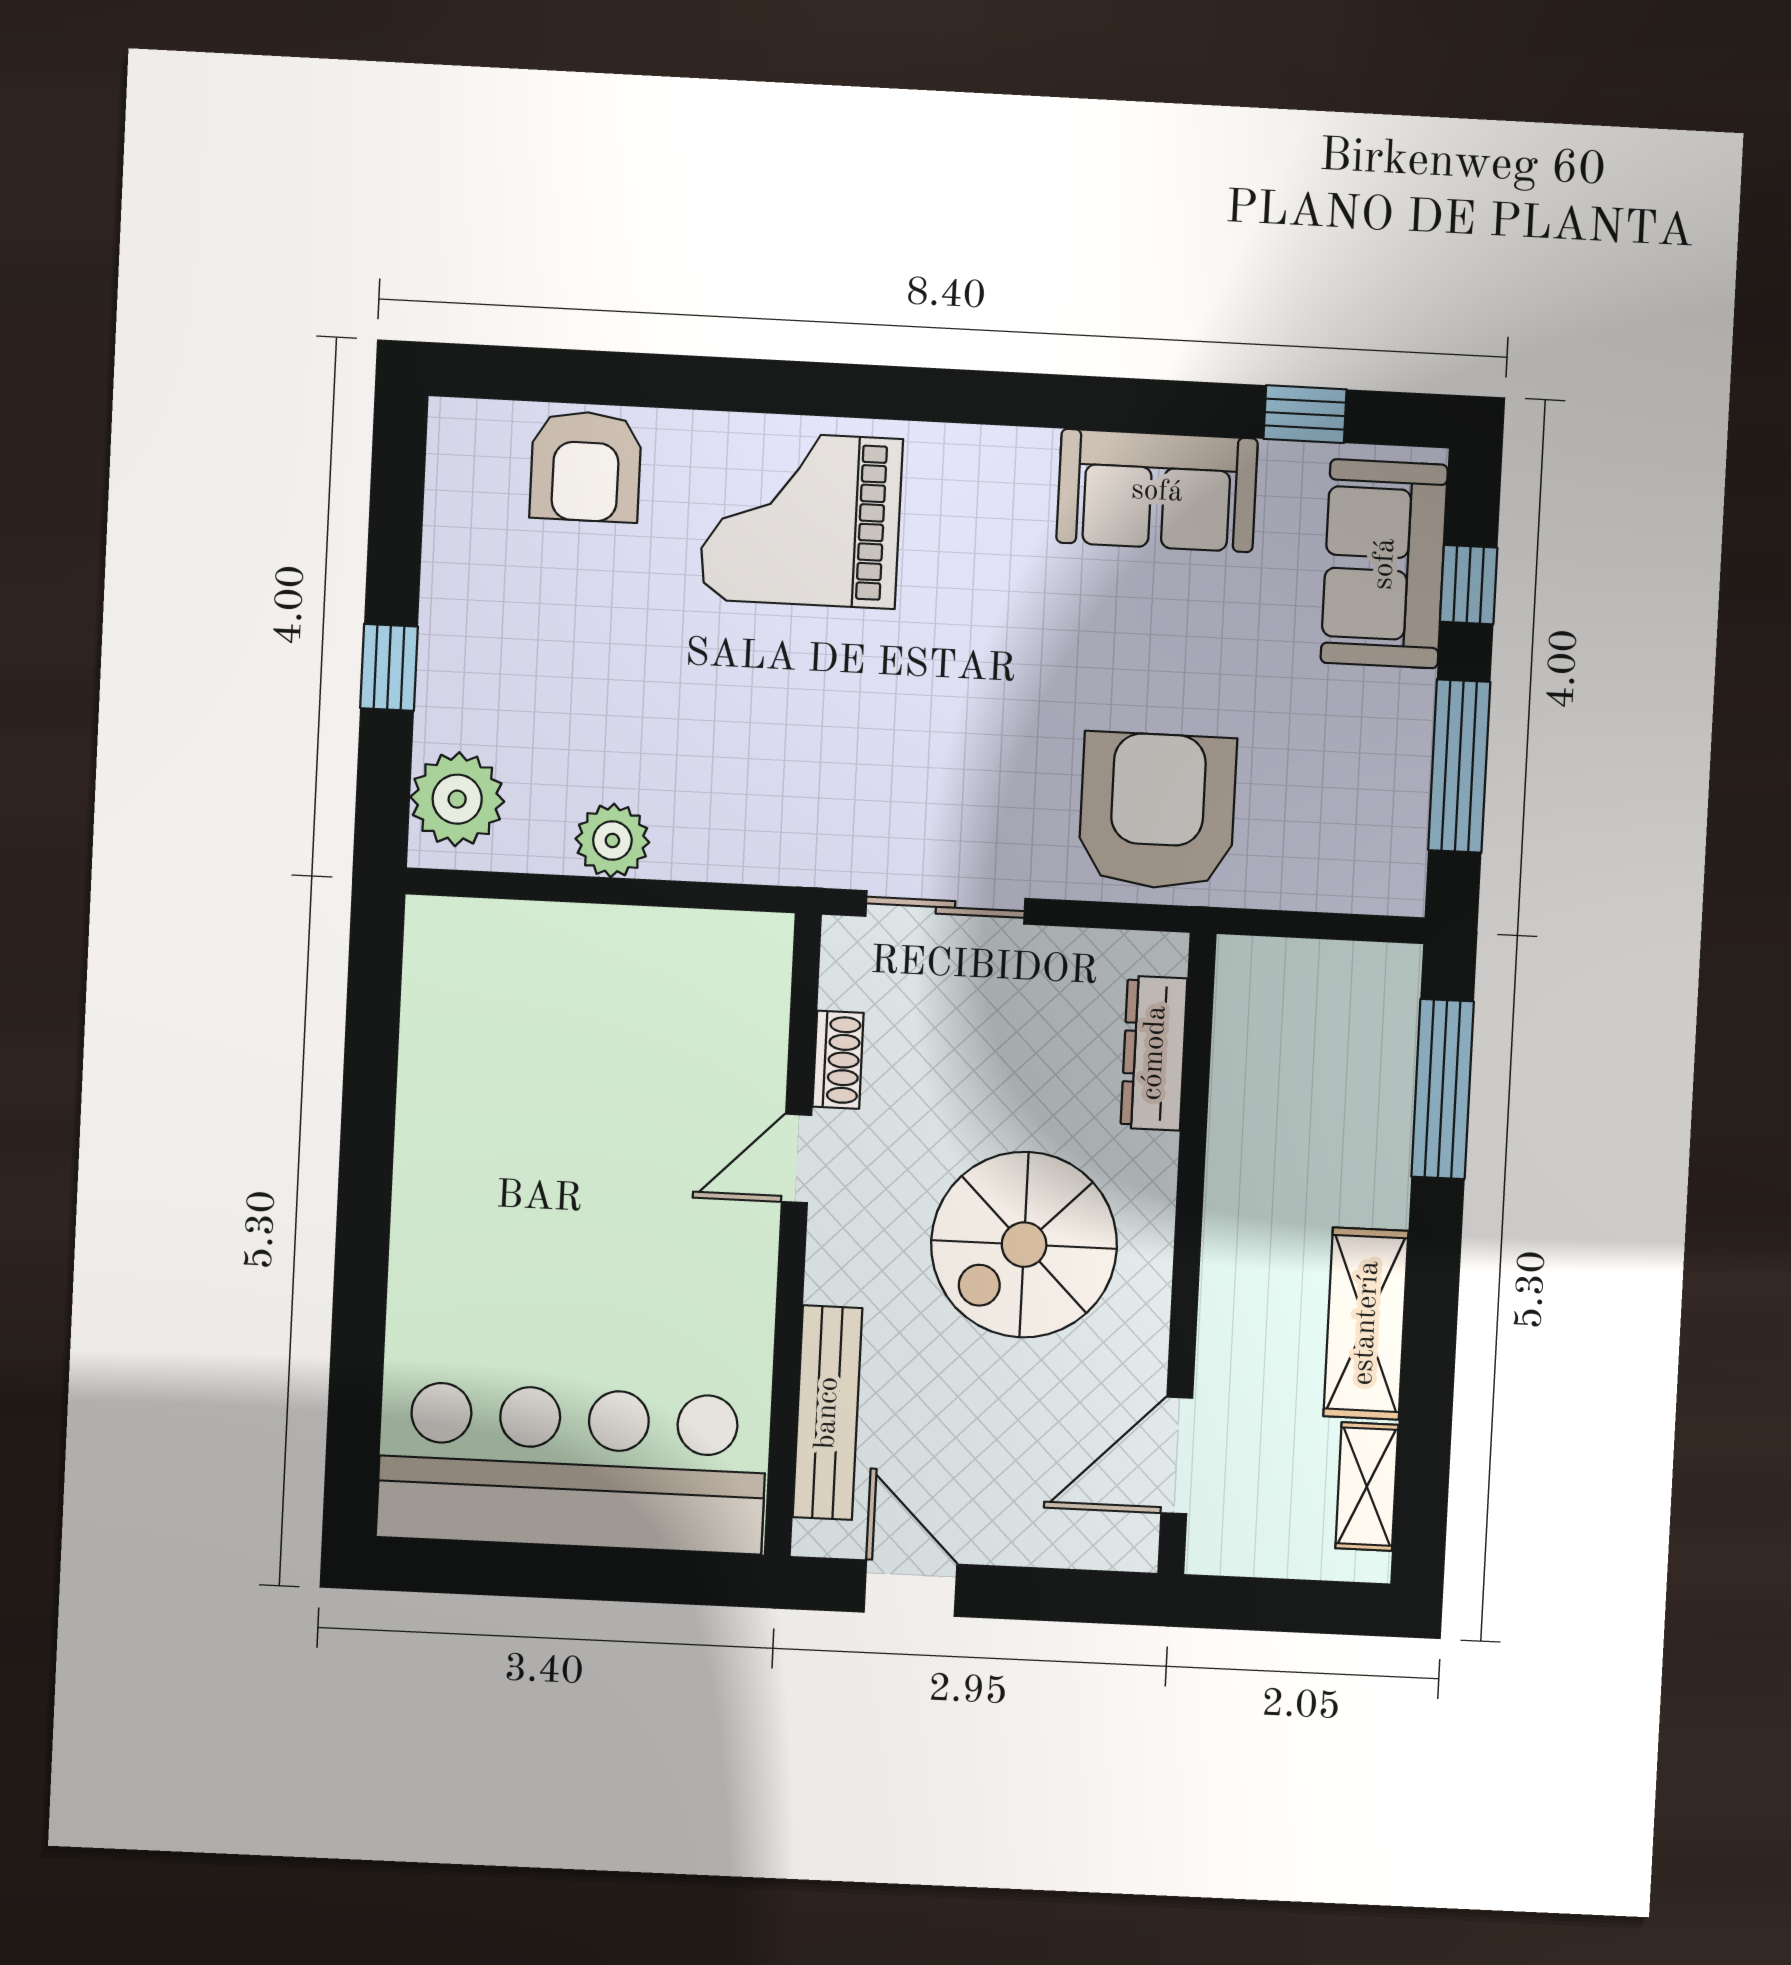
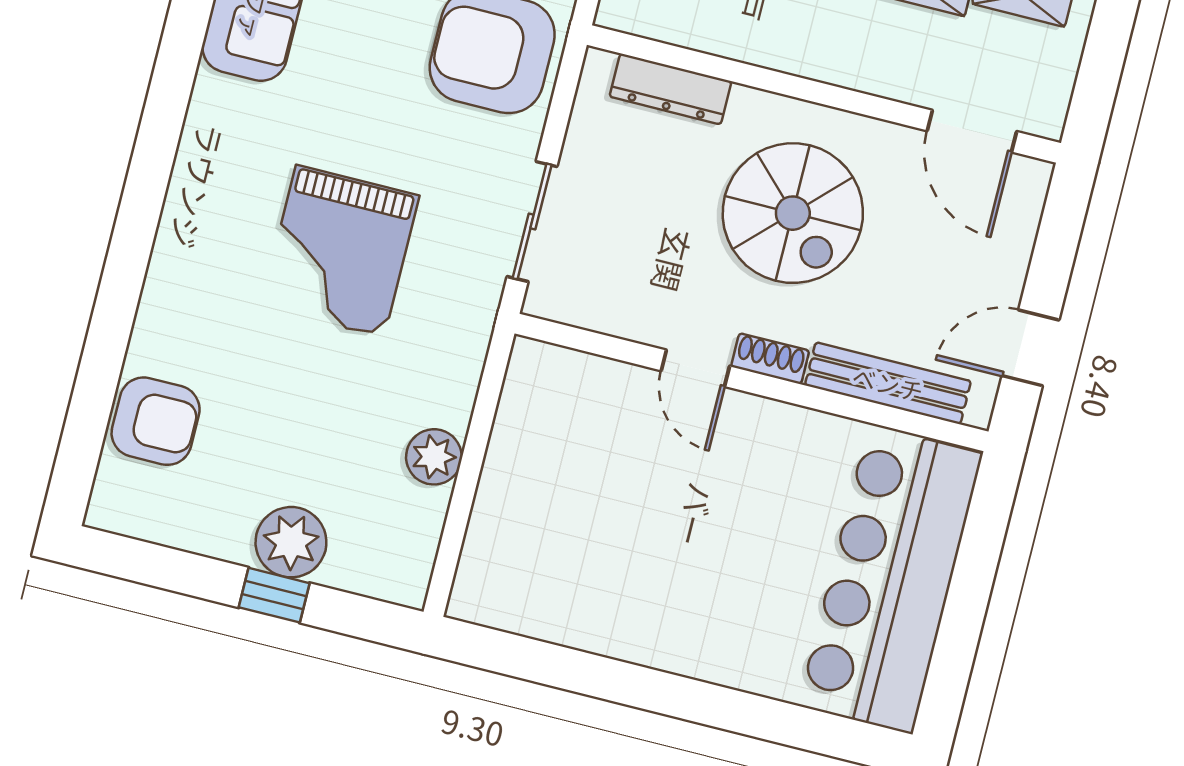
grand piano: (801, 519) -> (340, 251), moved
plant: (457, 799) -> (291, 542), moved
shoe rack: (838, 1060) -> (770, 359), moved

